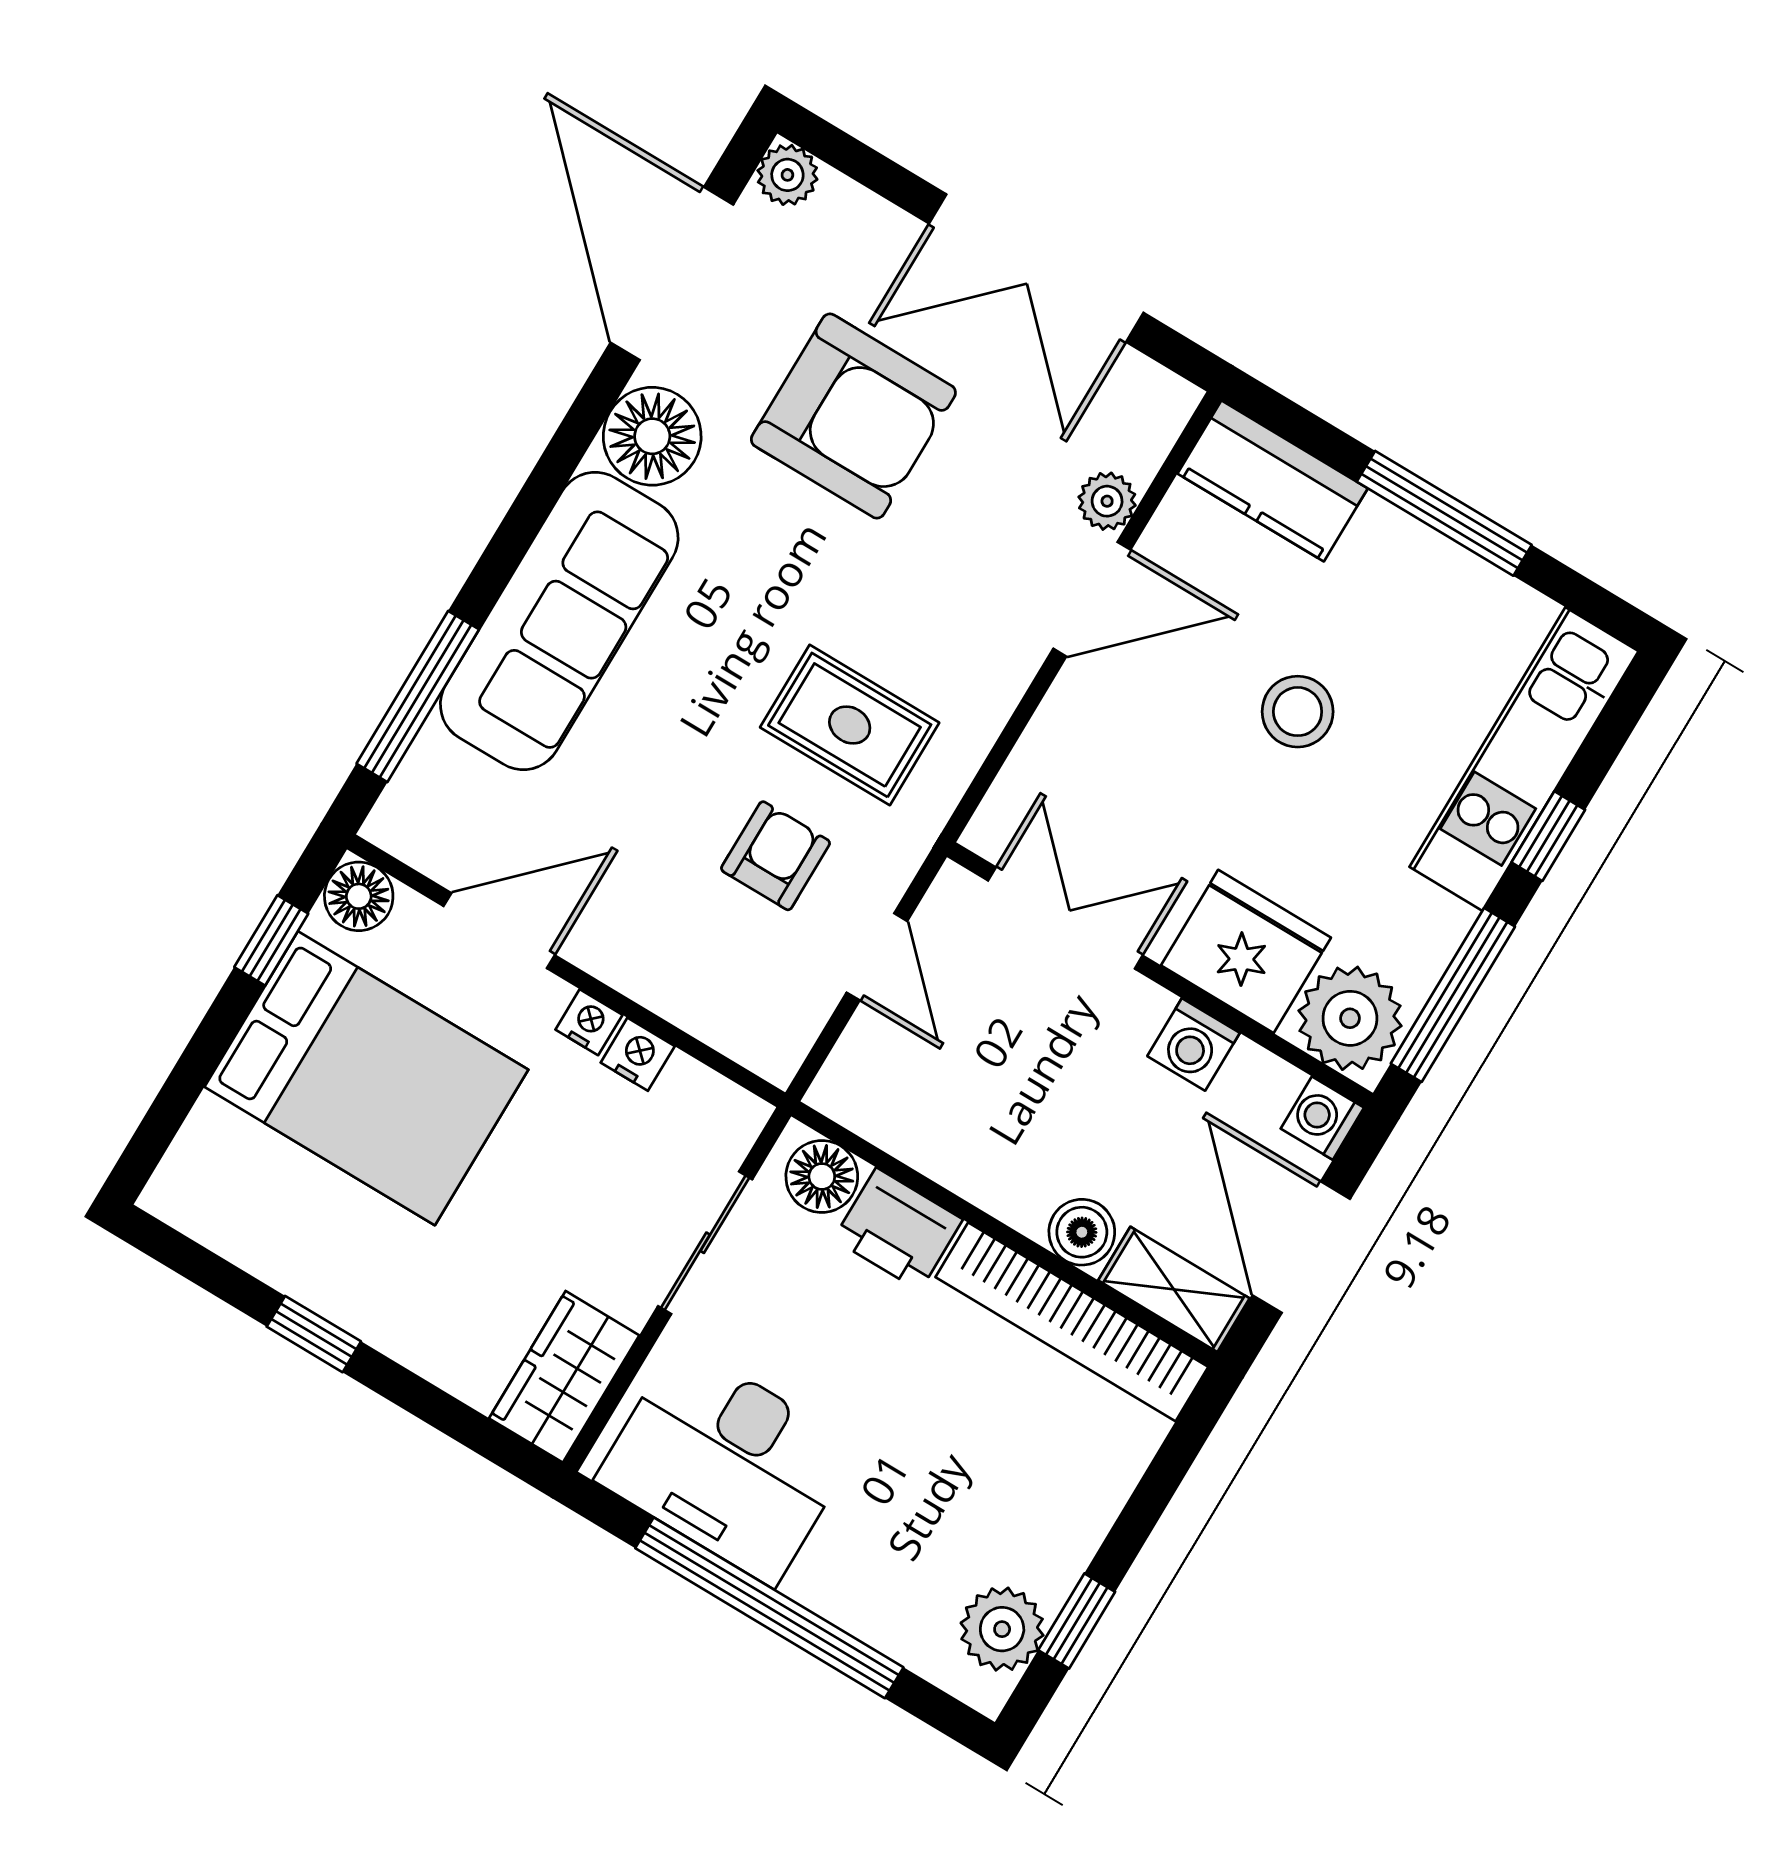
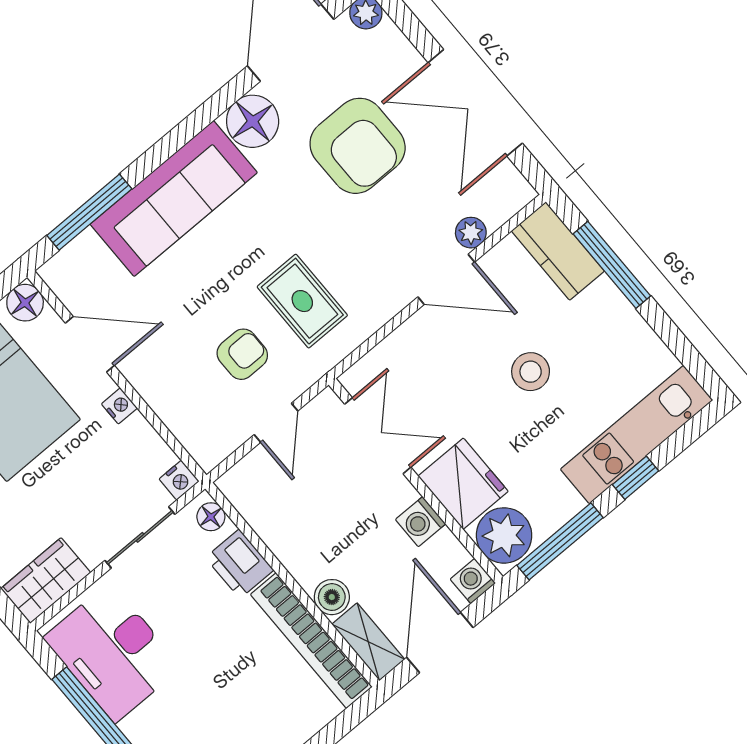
window: (1444, 513) -> (612, 265), moved
nightstand: (638, 1054) -> (179, 480), moved, turned 90
floor lamp: (822, 1176) -> (211, 517), width x0.73, depth x0.73

